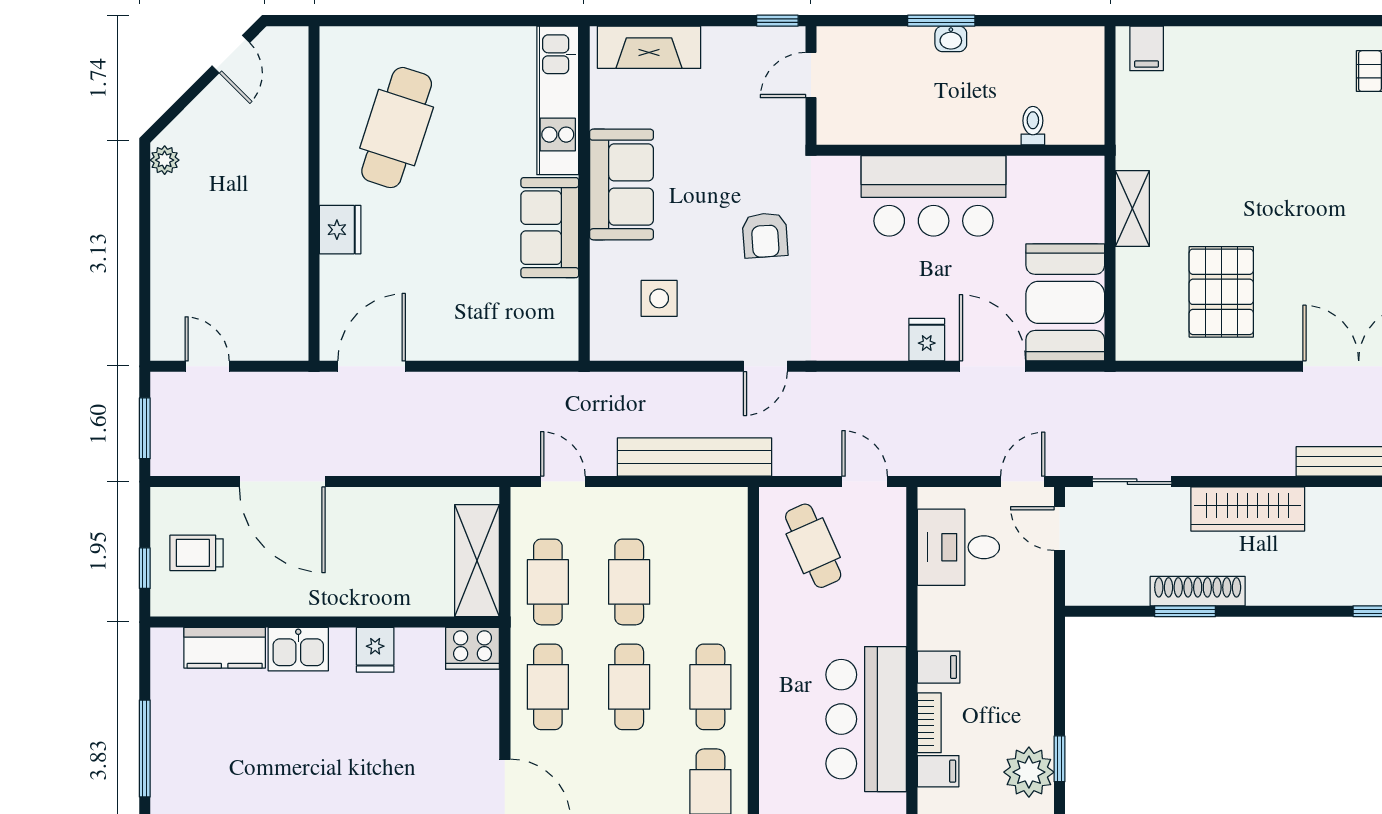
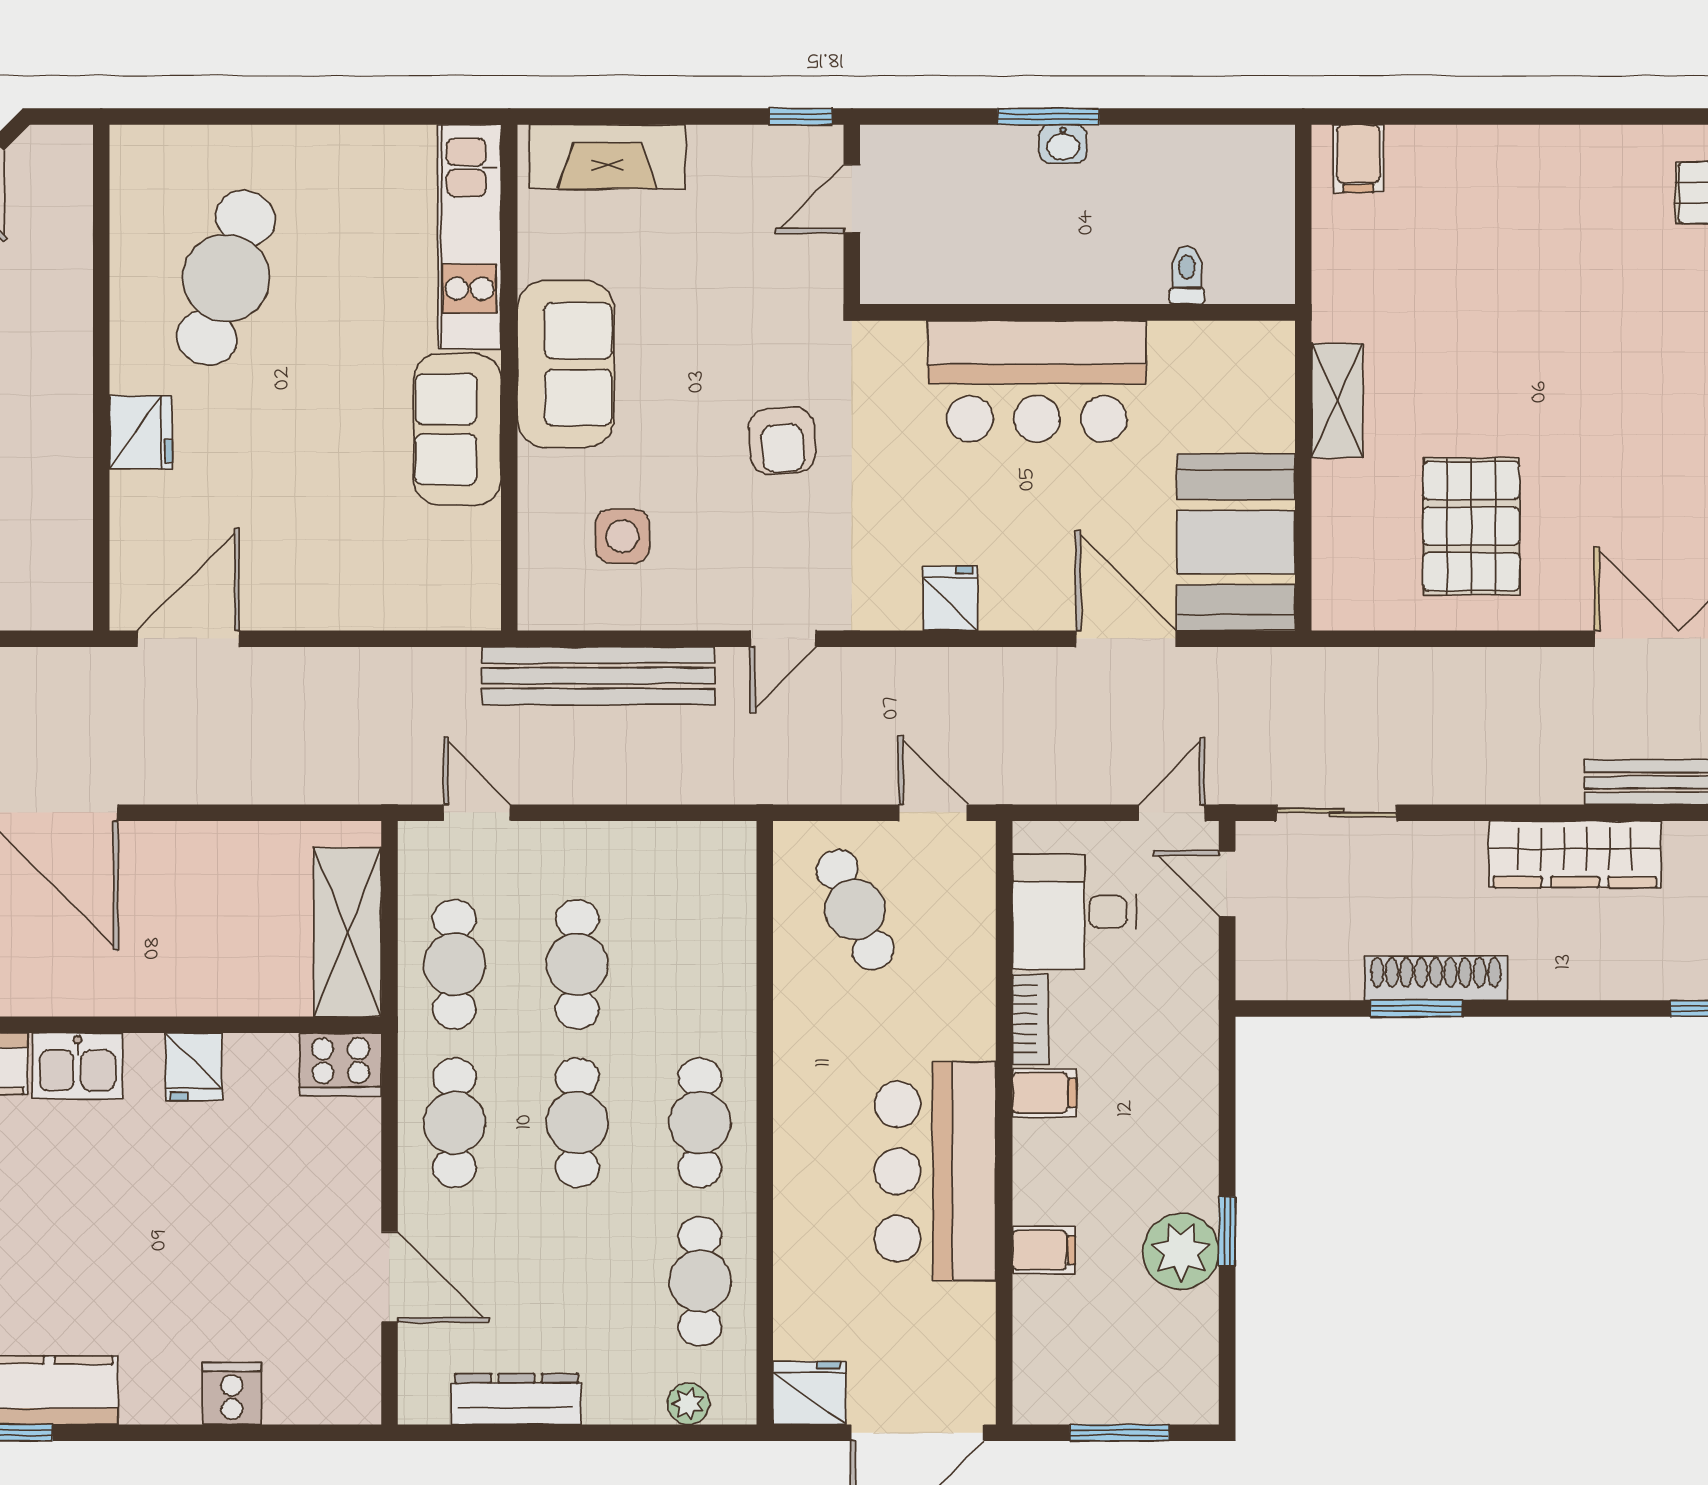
fridge: (927, 340) -> (950, 598), moved
bench: (694, 457) -> (598, 676), moved
wardrobe: (1248, 509) -> (1575, 854), moved
bookcase: (929, 723) -> (1030, 1019), moved

